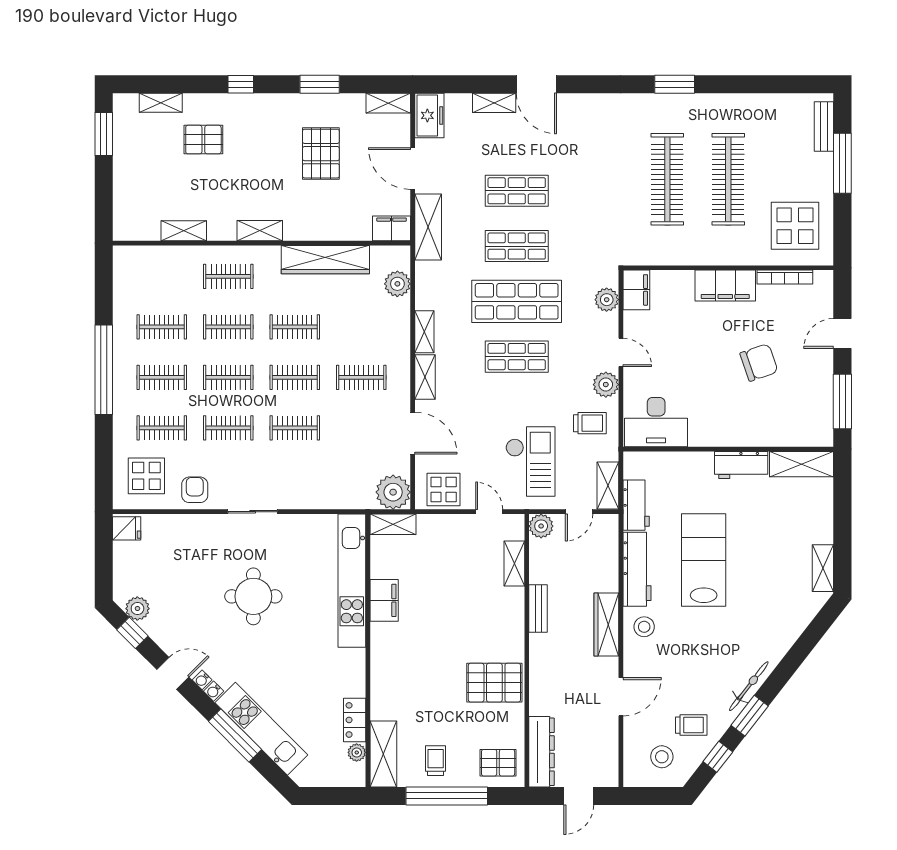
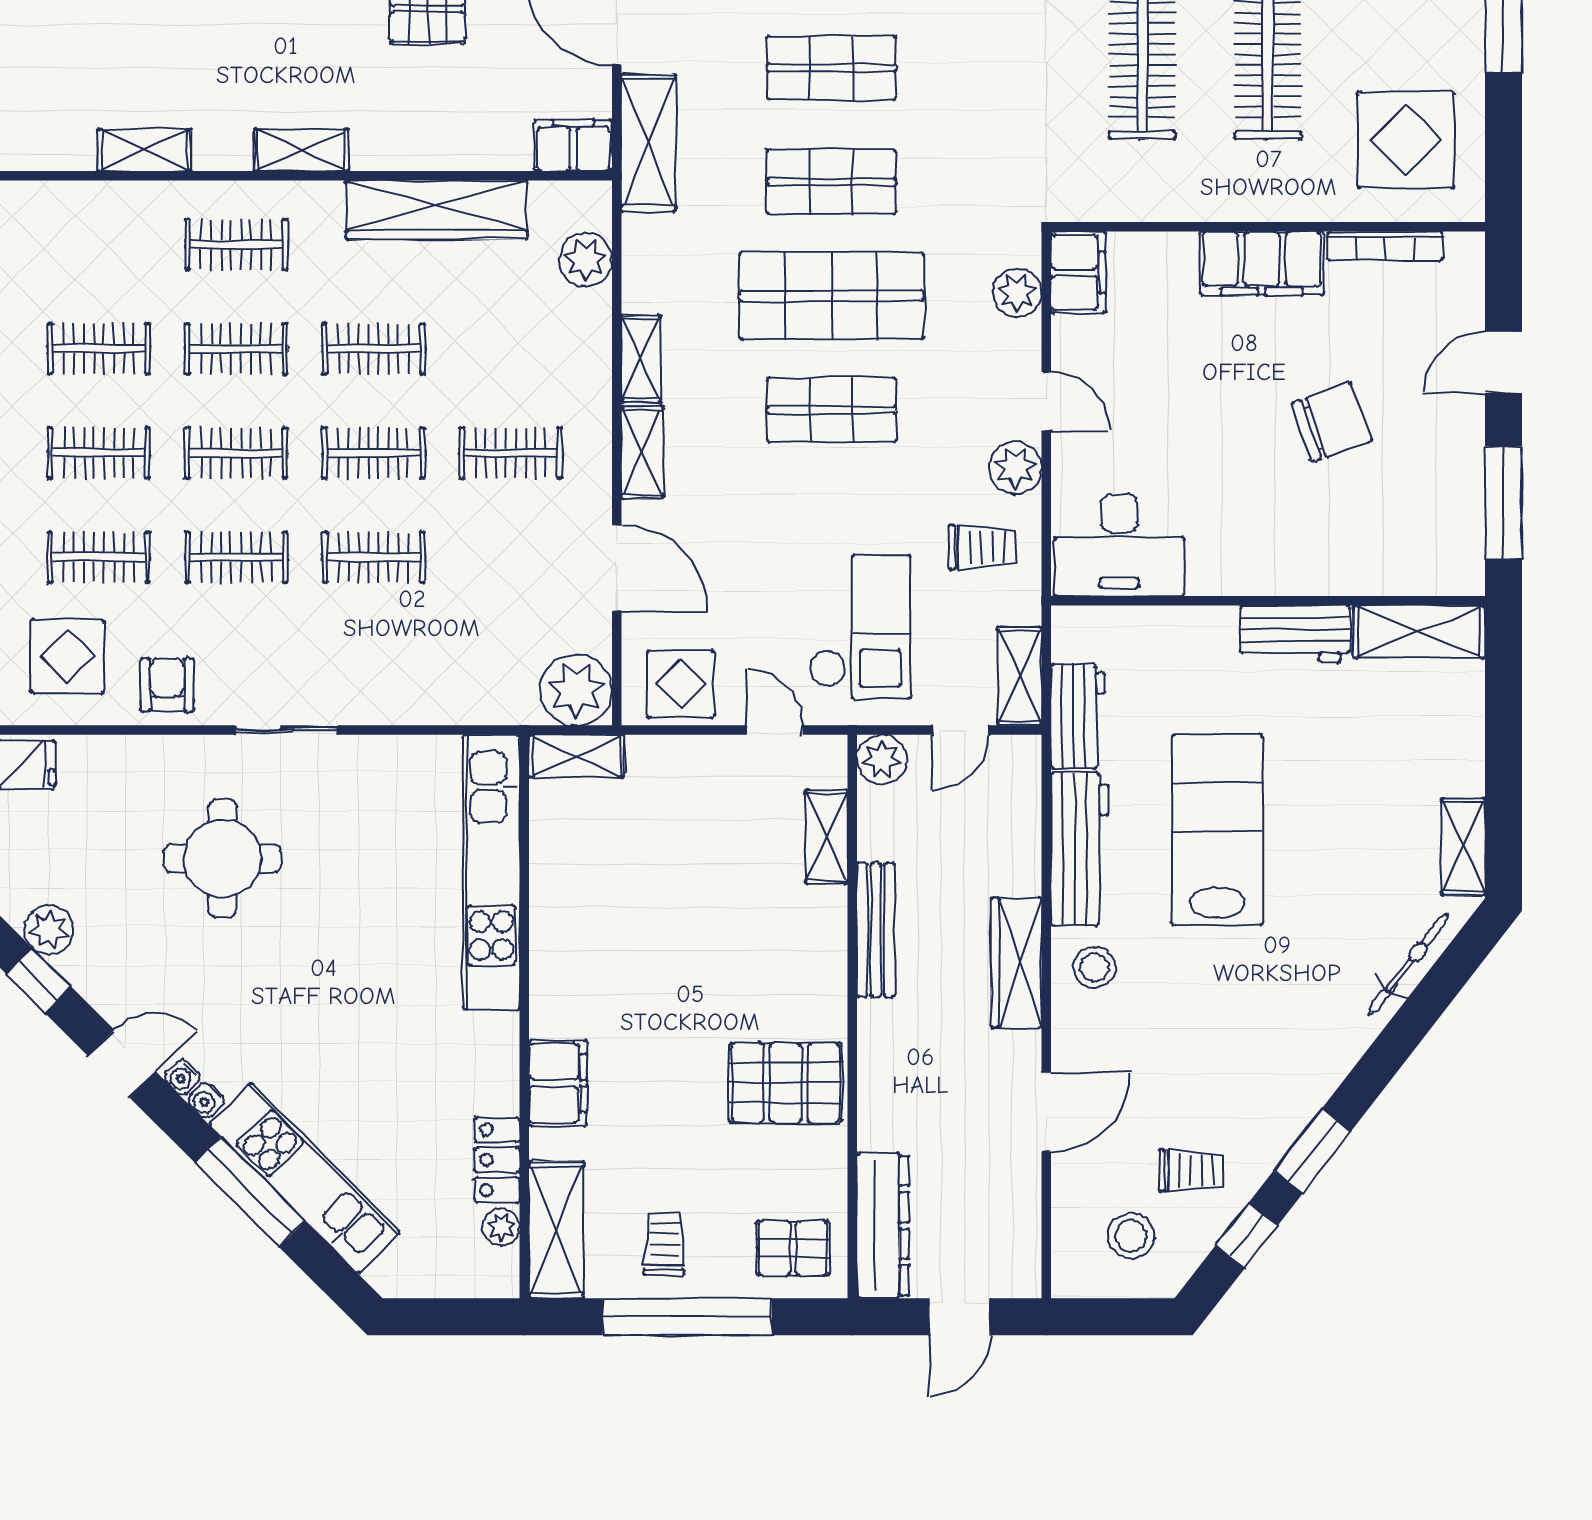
round table: (253, 596) -> (222, 859), moved
filing cabinet: (384, 600) -> (558, 1083), moved
bench: (538, 609) -> (876, 930), width x1.36
bicycle: (749, 686) -> (1408, 964), moved

